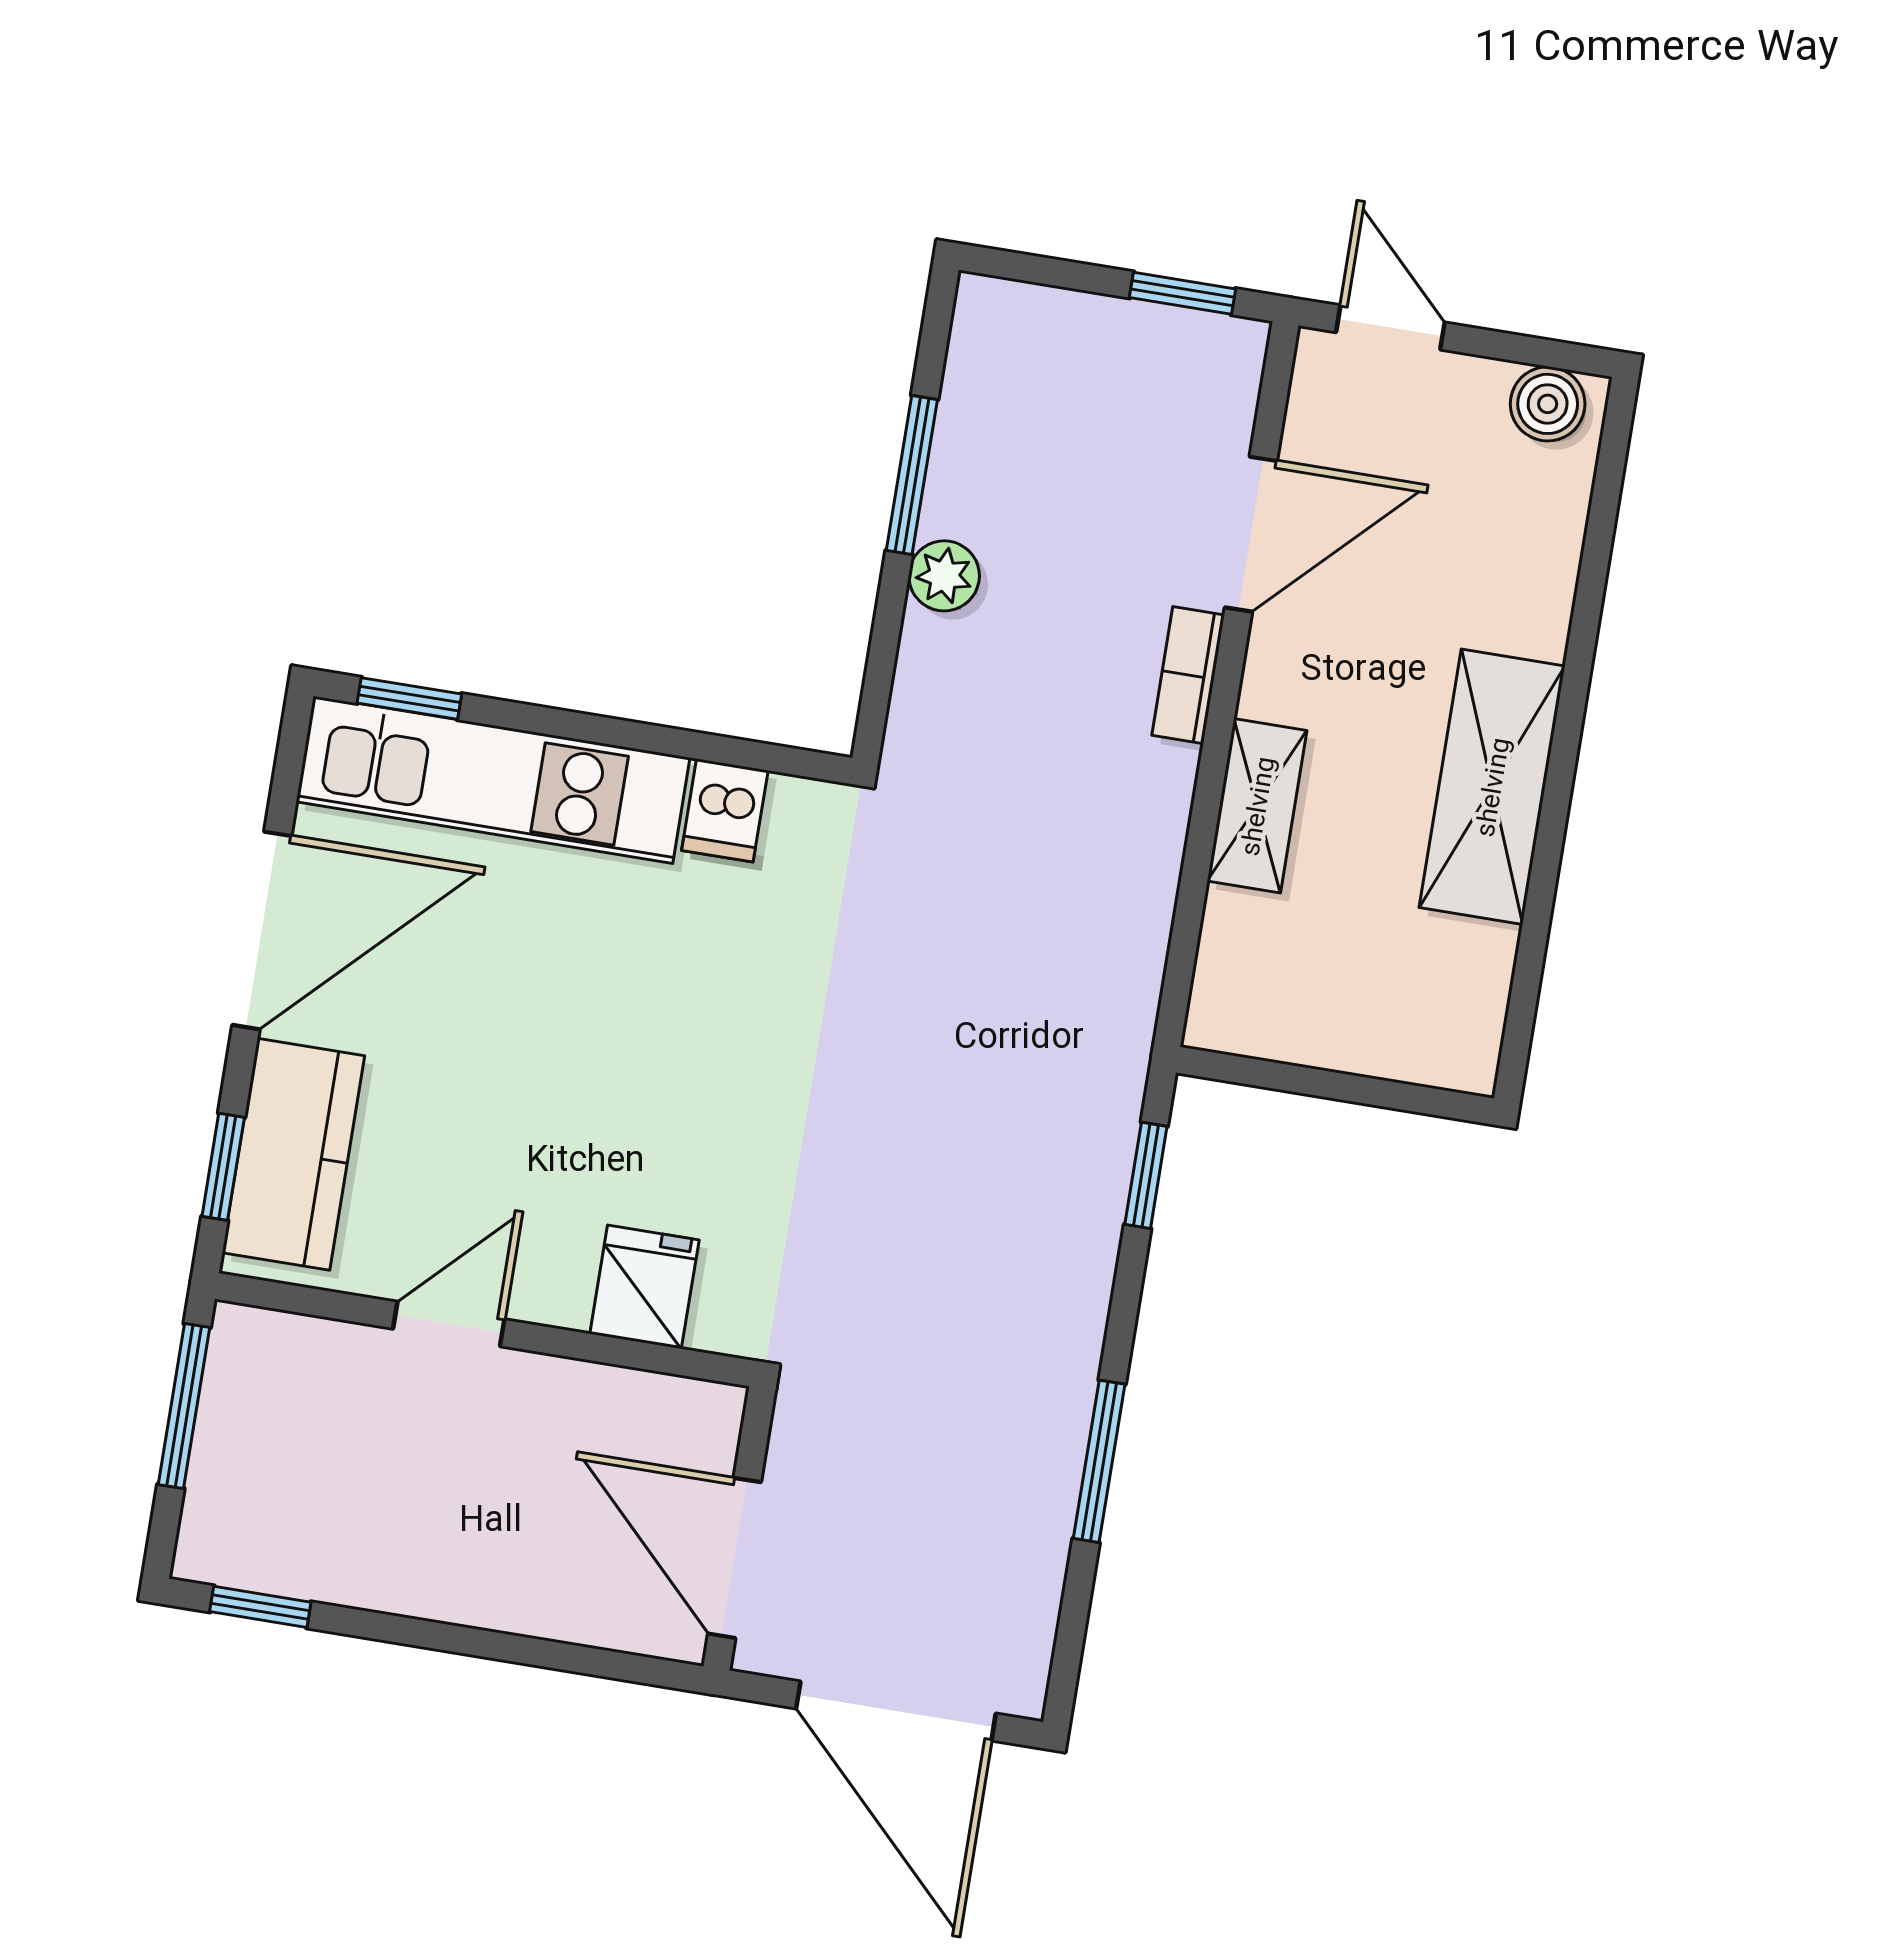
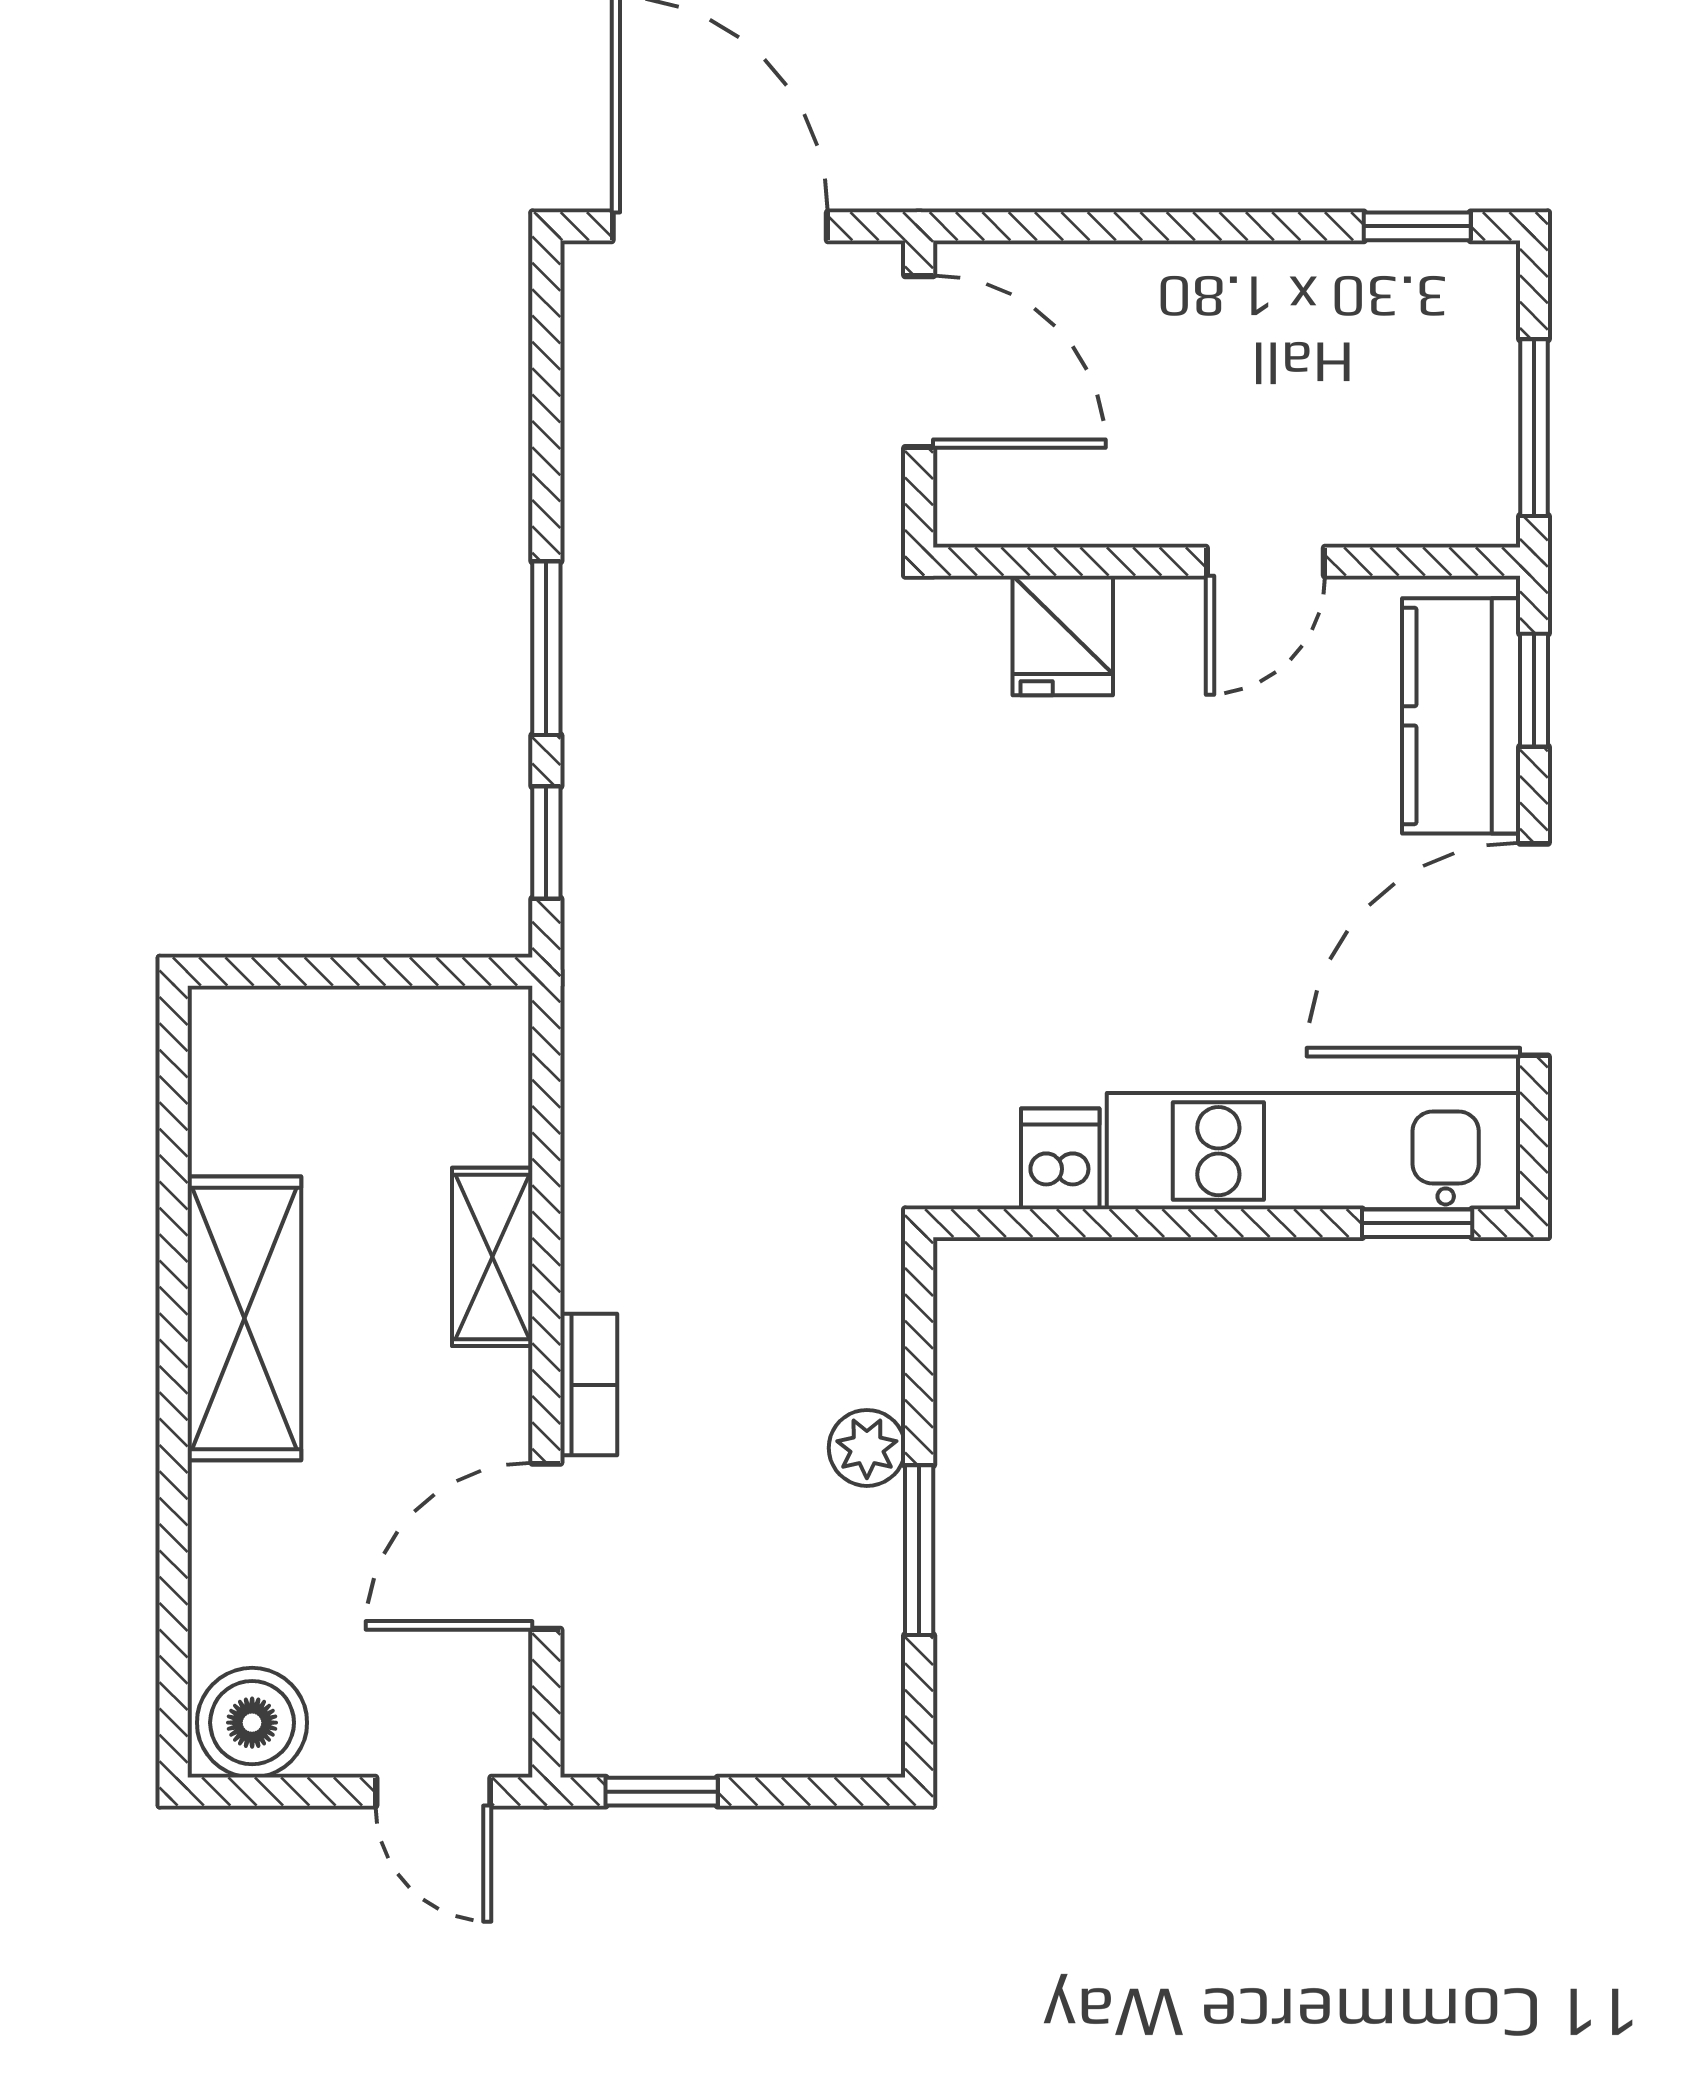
boiler: (1548, 404) -> (252, 1723), width x1.36, depth x1.36
window: (1099, 1461) -> (546, 648), moved

